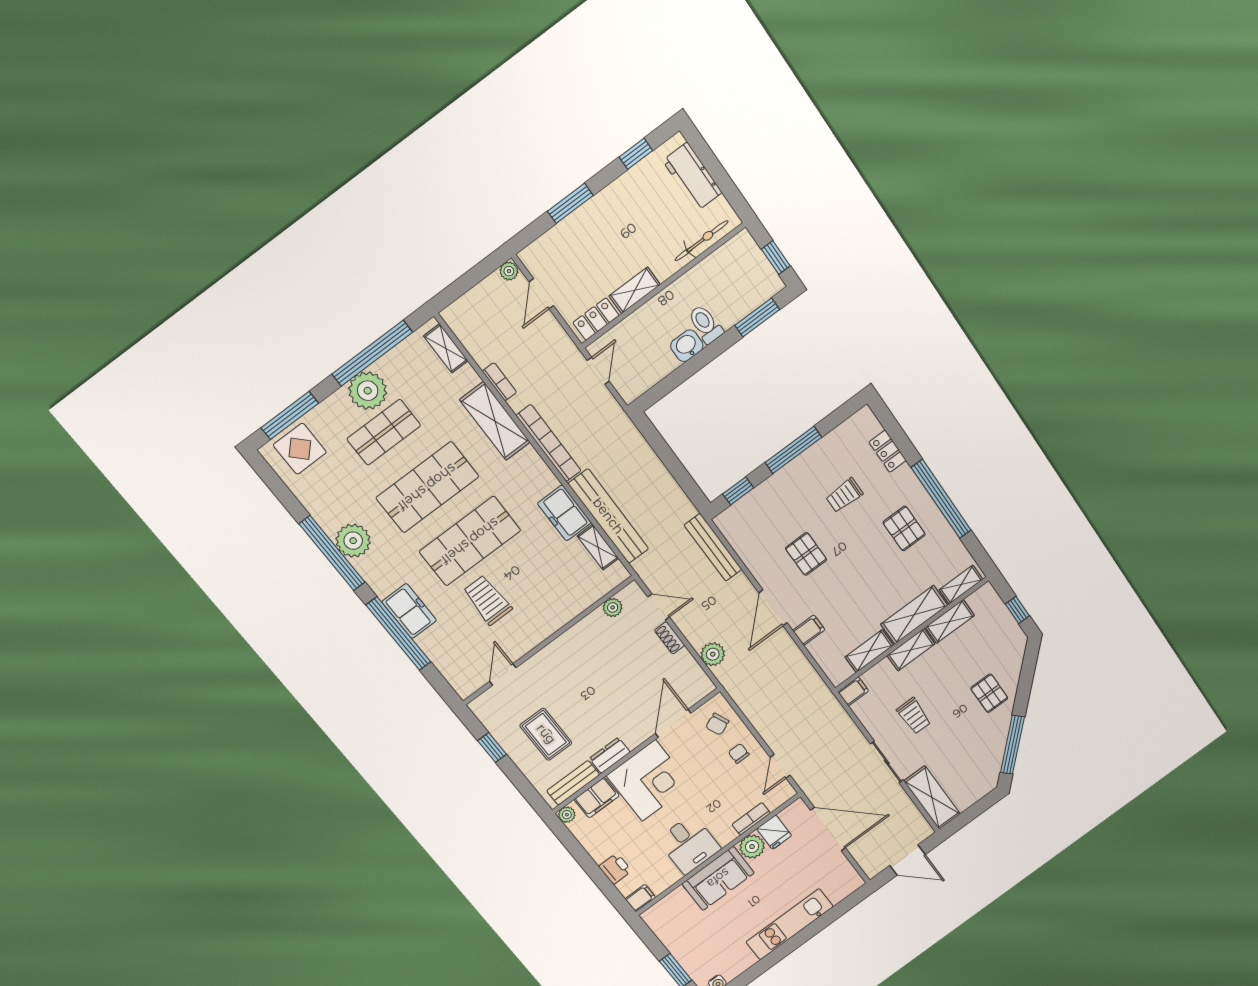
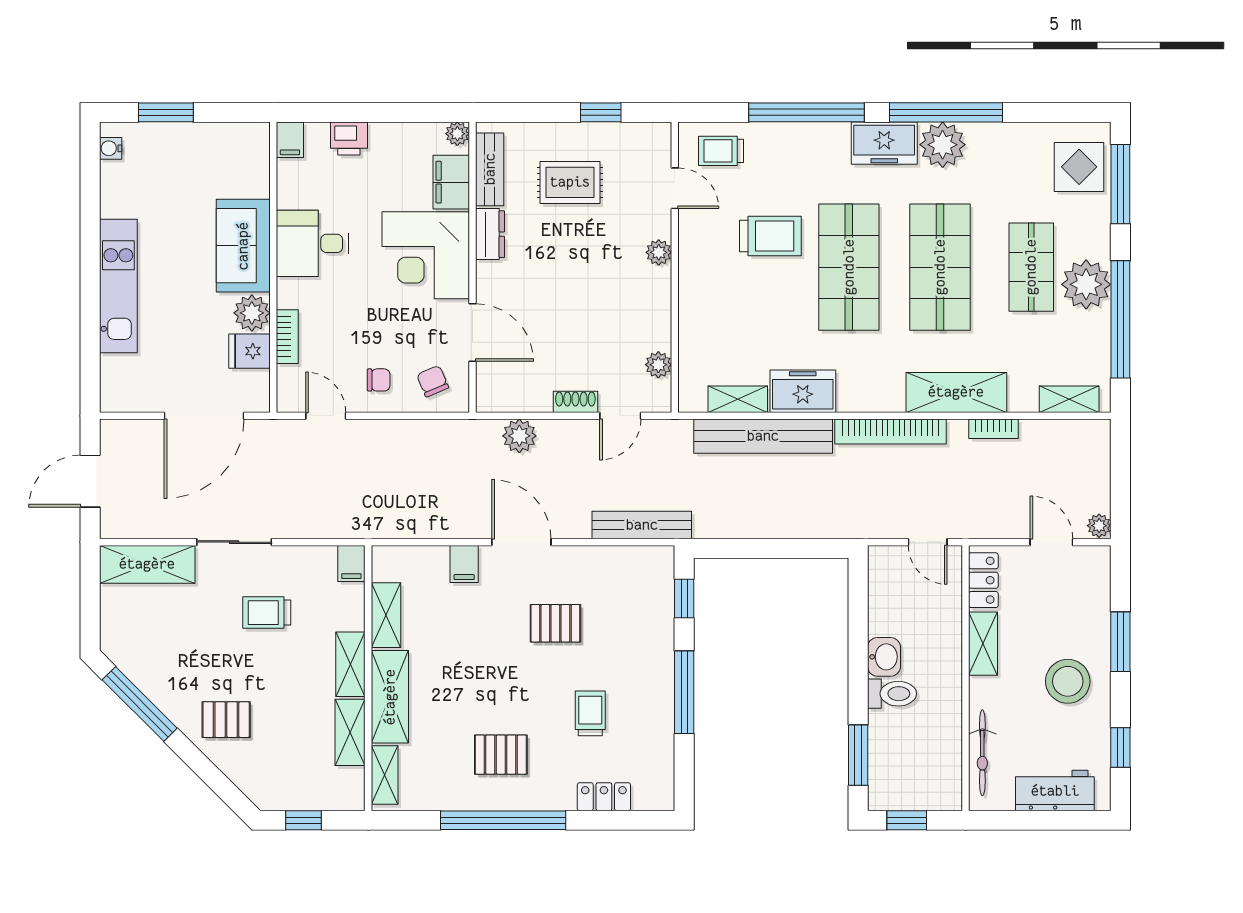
stool: (619, 219) -> (1068, 681), added
freezer: (409, 611) -> (884, 143), moved
plant: (547, 656) -> (659, 252), added
trolley: (460, 665) -> (721, 151), added

